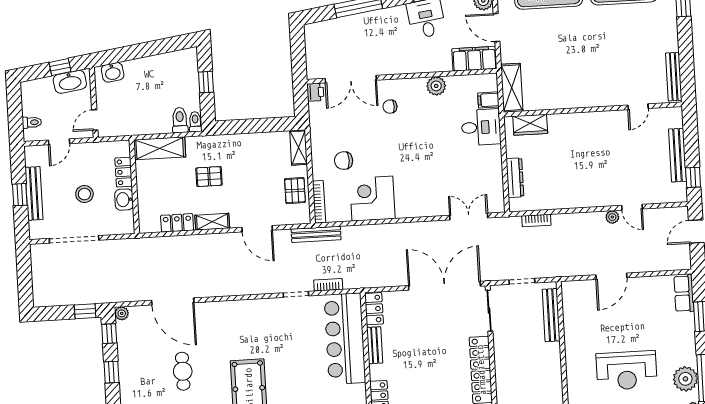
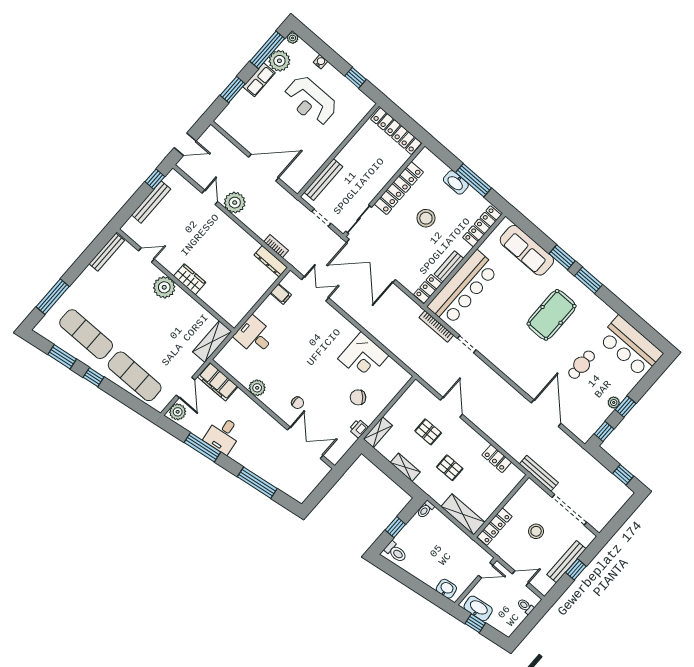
printer: (315, 92) -> (358, 428), moved
plant: (597, 94) -> (164, 287), added
filing cabinet: (488, 100) -> (281, 294), moved
toilet: (180, 120) -> (396, 552), moved, turned -90
wardrobe: (530, 125) -> (190, 279), moved
chair: (344, 161) -> (358, 397), turned 137
locker: (124, 172) -> (495, 527), width x1.53
dresser: (515, 178) -> (271, 261), moved, turned -90
pallet: (295, 191) -> (428, 432), moved, turned 90
washbasin: (124, 200) -> (515, 504), removed
bookcase: (319, 202) -> (398, 387), removed
double door: (469, 217) -> (315, 289), swing flipped
plant: (612, 217) -> (235, 203), width x1.88, depth x1.88
shelving: (212, 222) -> (405, 467), moved
bench: (316, 234) -> (539, 473), moved
door: (611, 276) -> (264, 168), width x1.36
bookcase: (328, 285) -> (436, 326), width x1.56
row of seats: (684, 293) -> (259, 80), moved
window: (85, 311) -> (623, 475), moved
plant: (122, 313) -> (614, 402), moved
stool: (433, 367) -> (426, 218), added
reception desk: (627, 370) -> (310, 101), turned 180

